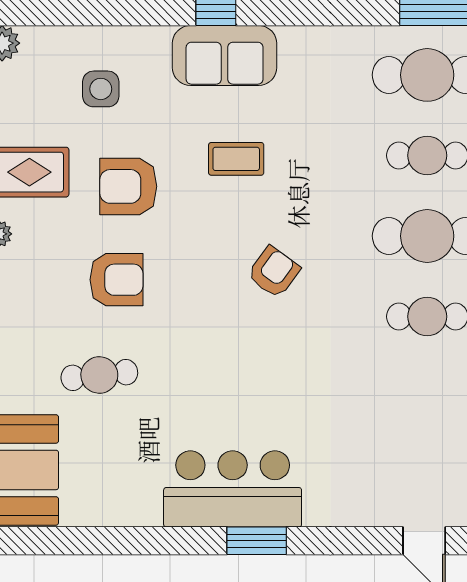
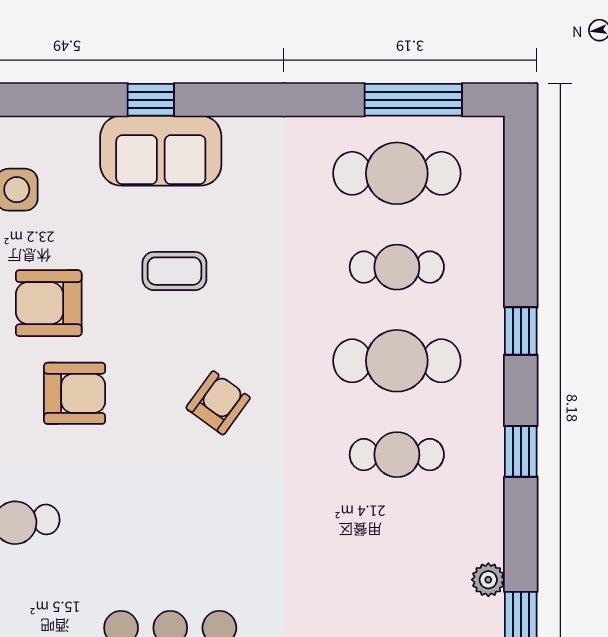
armchair: (116, 280) -> (75, 393), moved

